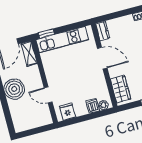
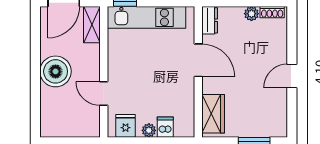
plant: (128, 20) -> (251, 14), added
plant: (104, 105) -> (149, 130), moved

